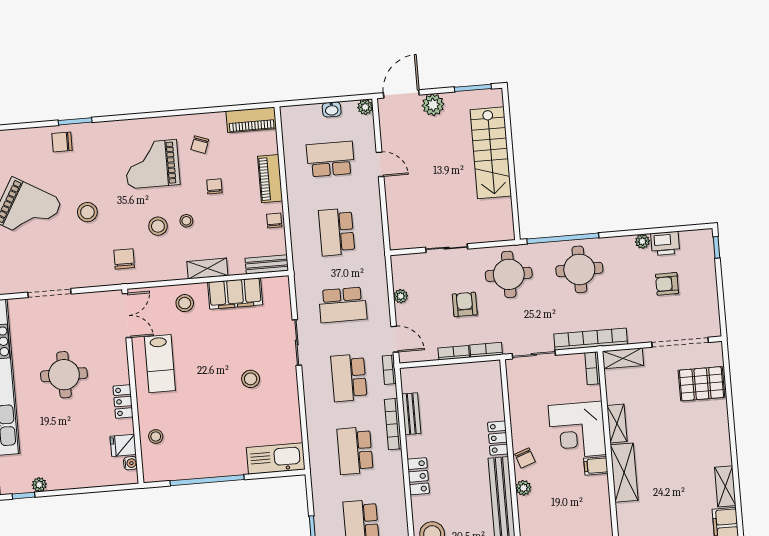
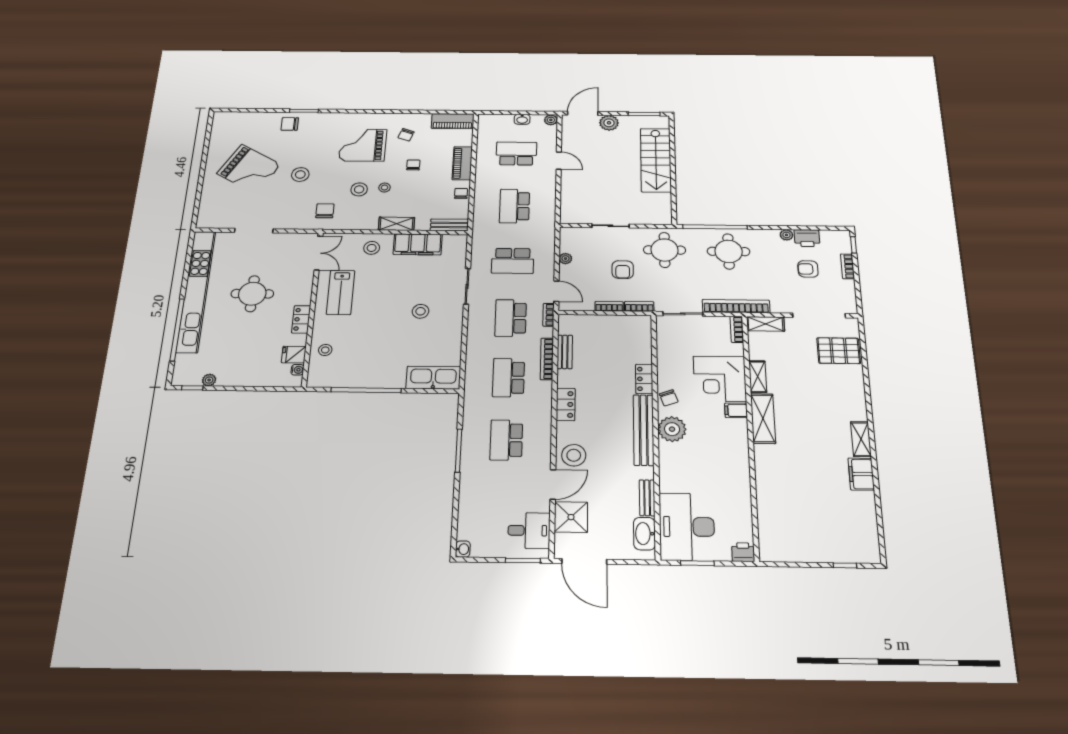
bookcase: (710, 276) -> (847, 266), added
armchair: (465, 304) -> (623, 270), turned 180
plant: (523, 488) -> (672, 429), width x1.88, depth x1.88

